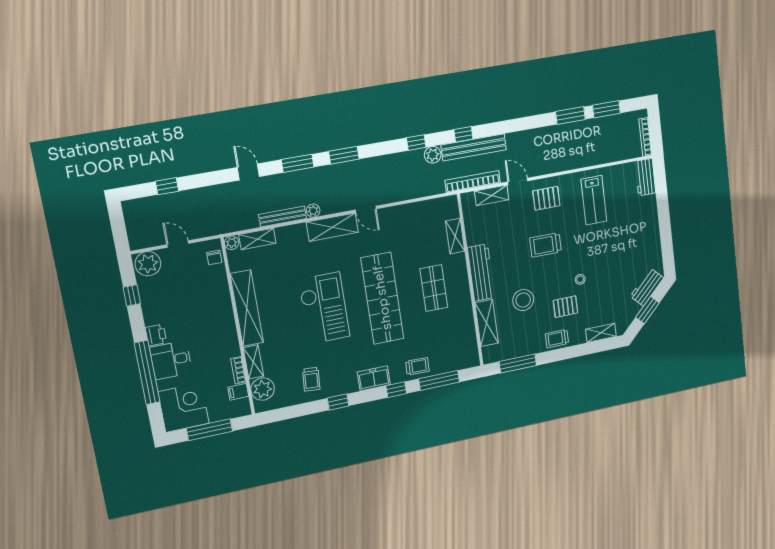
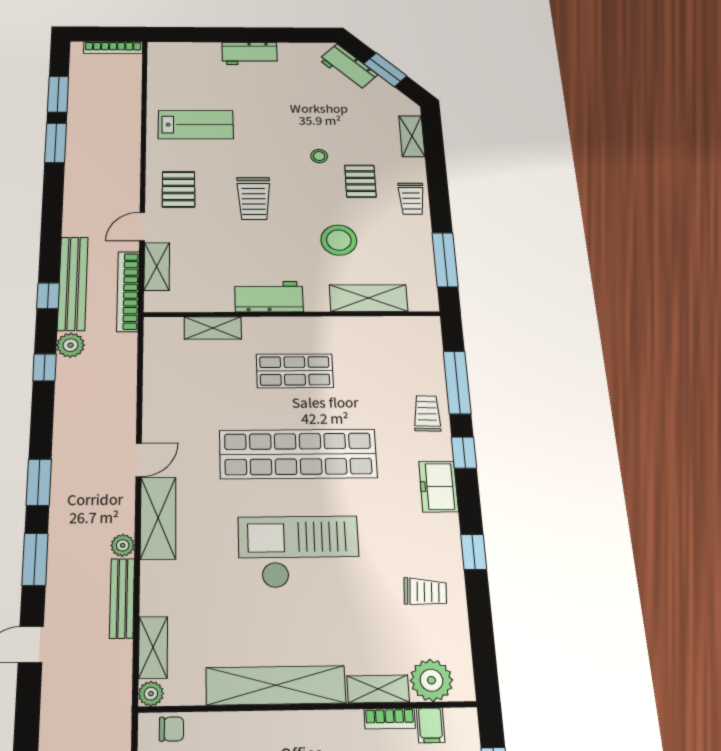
workbench: (645, 177) -> (250, 54), moved
workbench: (481, 273) -> (269, 297), width x0.73

